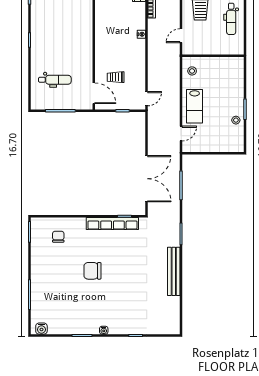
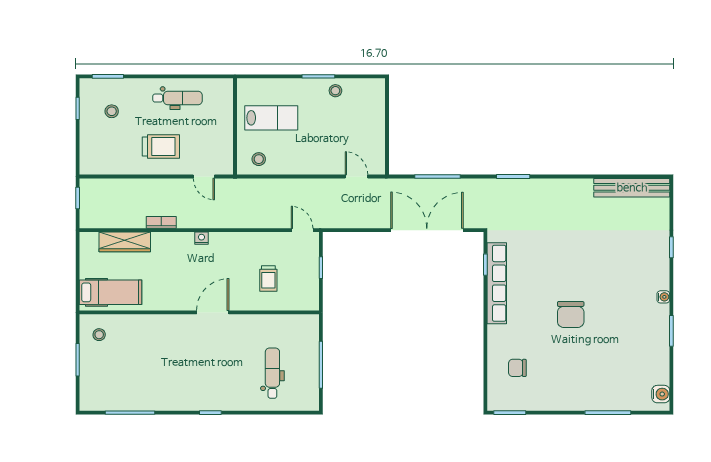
door: (94, 93) -> (213, 312), moved
lab bench: (195, 106) -> (271, 118), moved
bench: (174, 271) -> (632, 188), moved

